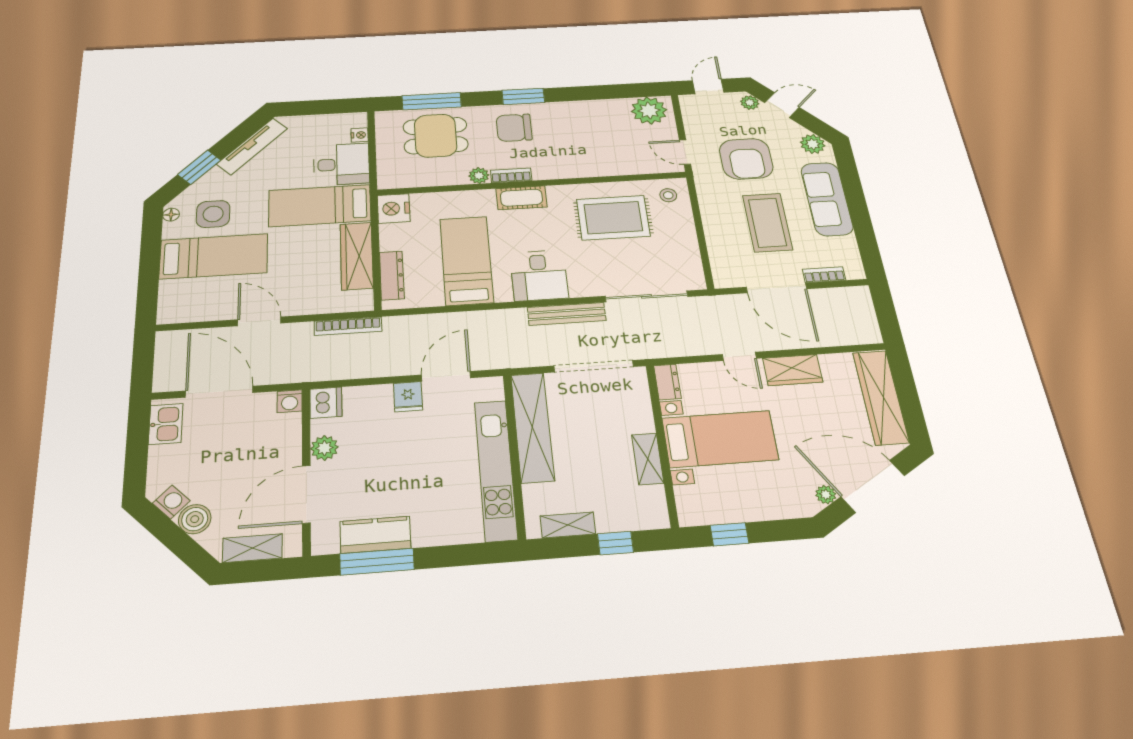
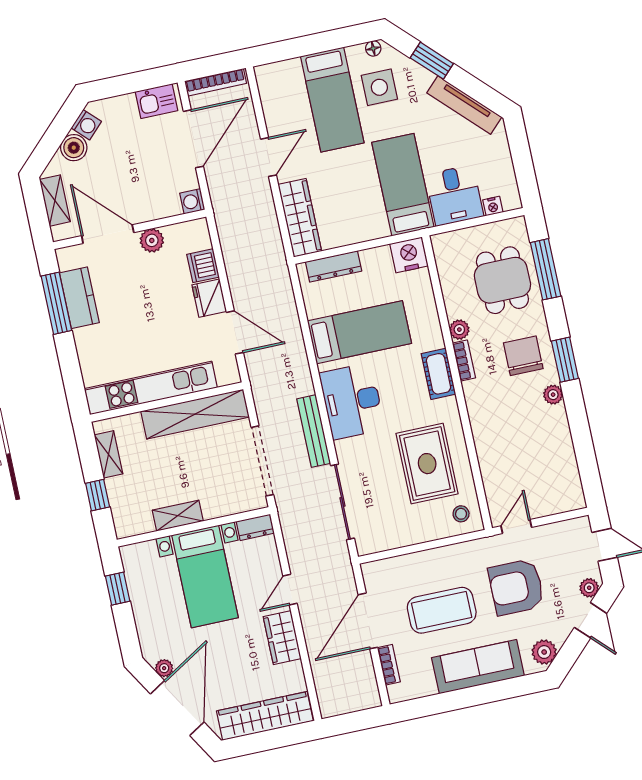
plant: (649, 111) -> (553, 395), moved, width x0.53, depth x0.53
wardrobe: (357, 256) -> (300, 218), moved, turned 90
desk: (539, 275) -> (352, 401), width x1.37
bookcase: (348, 326) -> (216, 82), moved, turned -90
fridge: (408, 397) -> (209, 298), width x1.38
dishwasher: (326, 403) -> (203, 266), moved, turned 90

